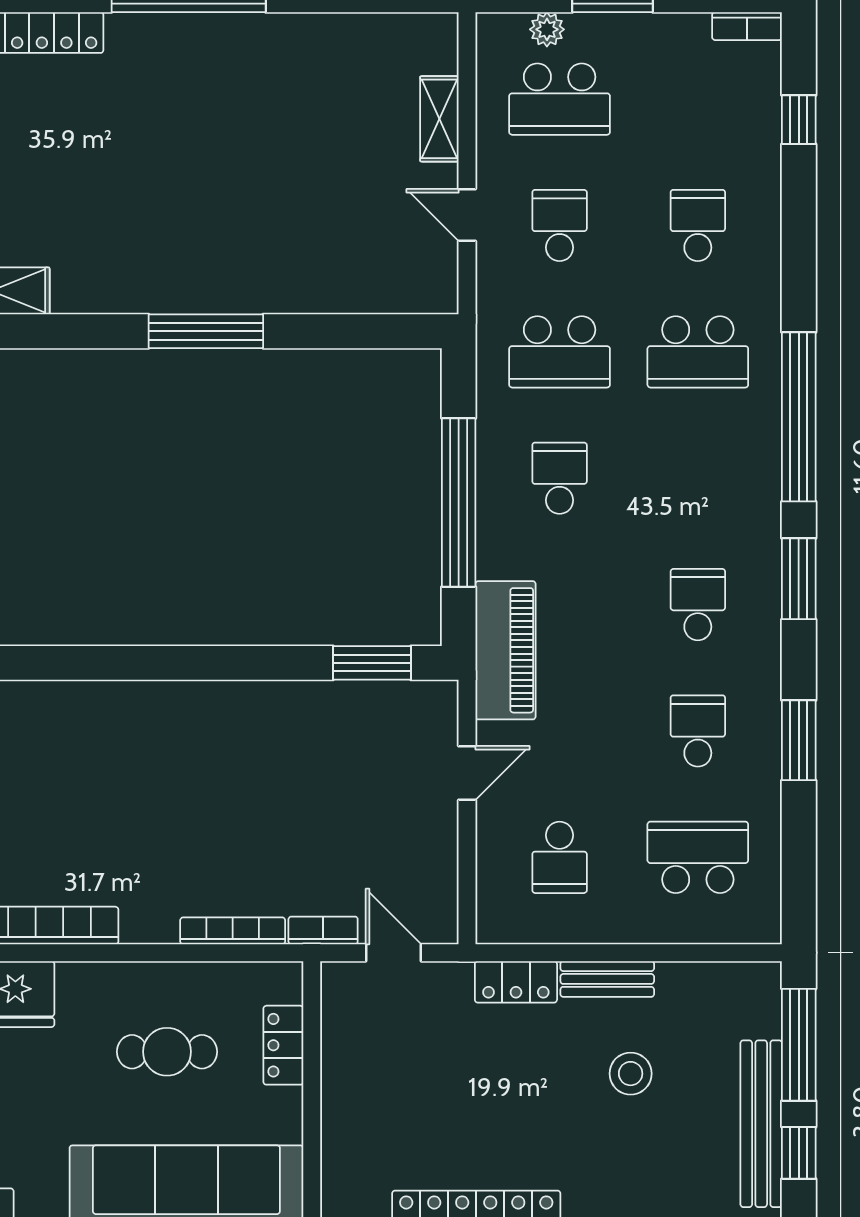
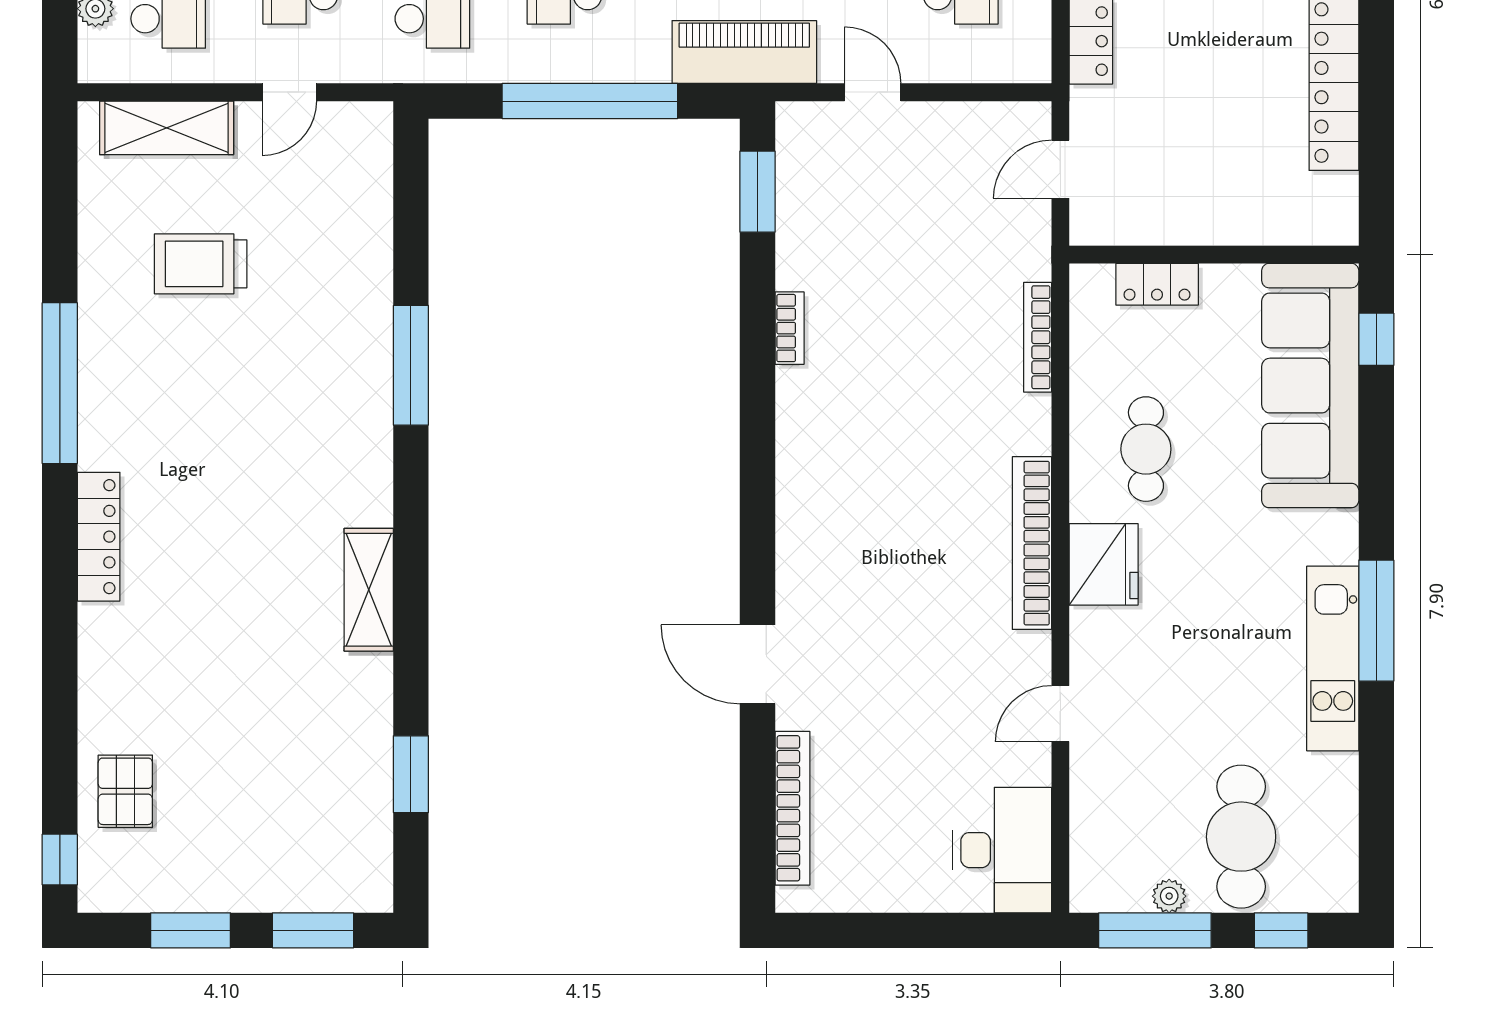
shelving: (439, 119) -> (167, 128), width x1.50, depth x1.33
trolley: (303, 130) -> (201, 264), added
bookcase: (323, 930) -> (790, 328), moved, turned 180
cafe table: (167, 1052) -> (1146, 449), moved

